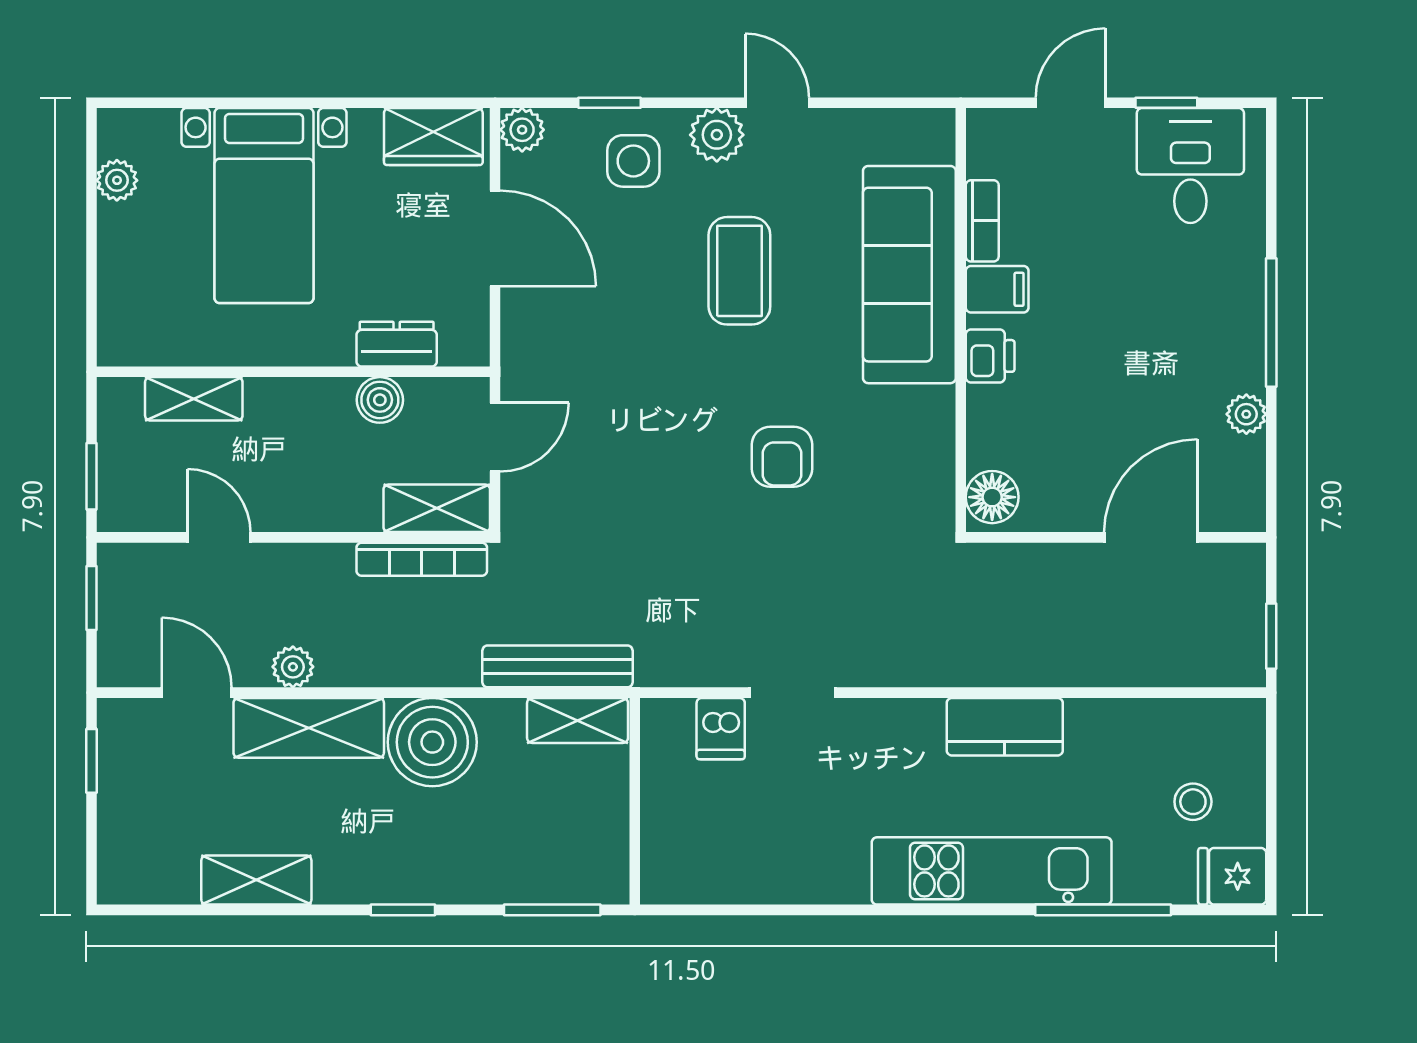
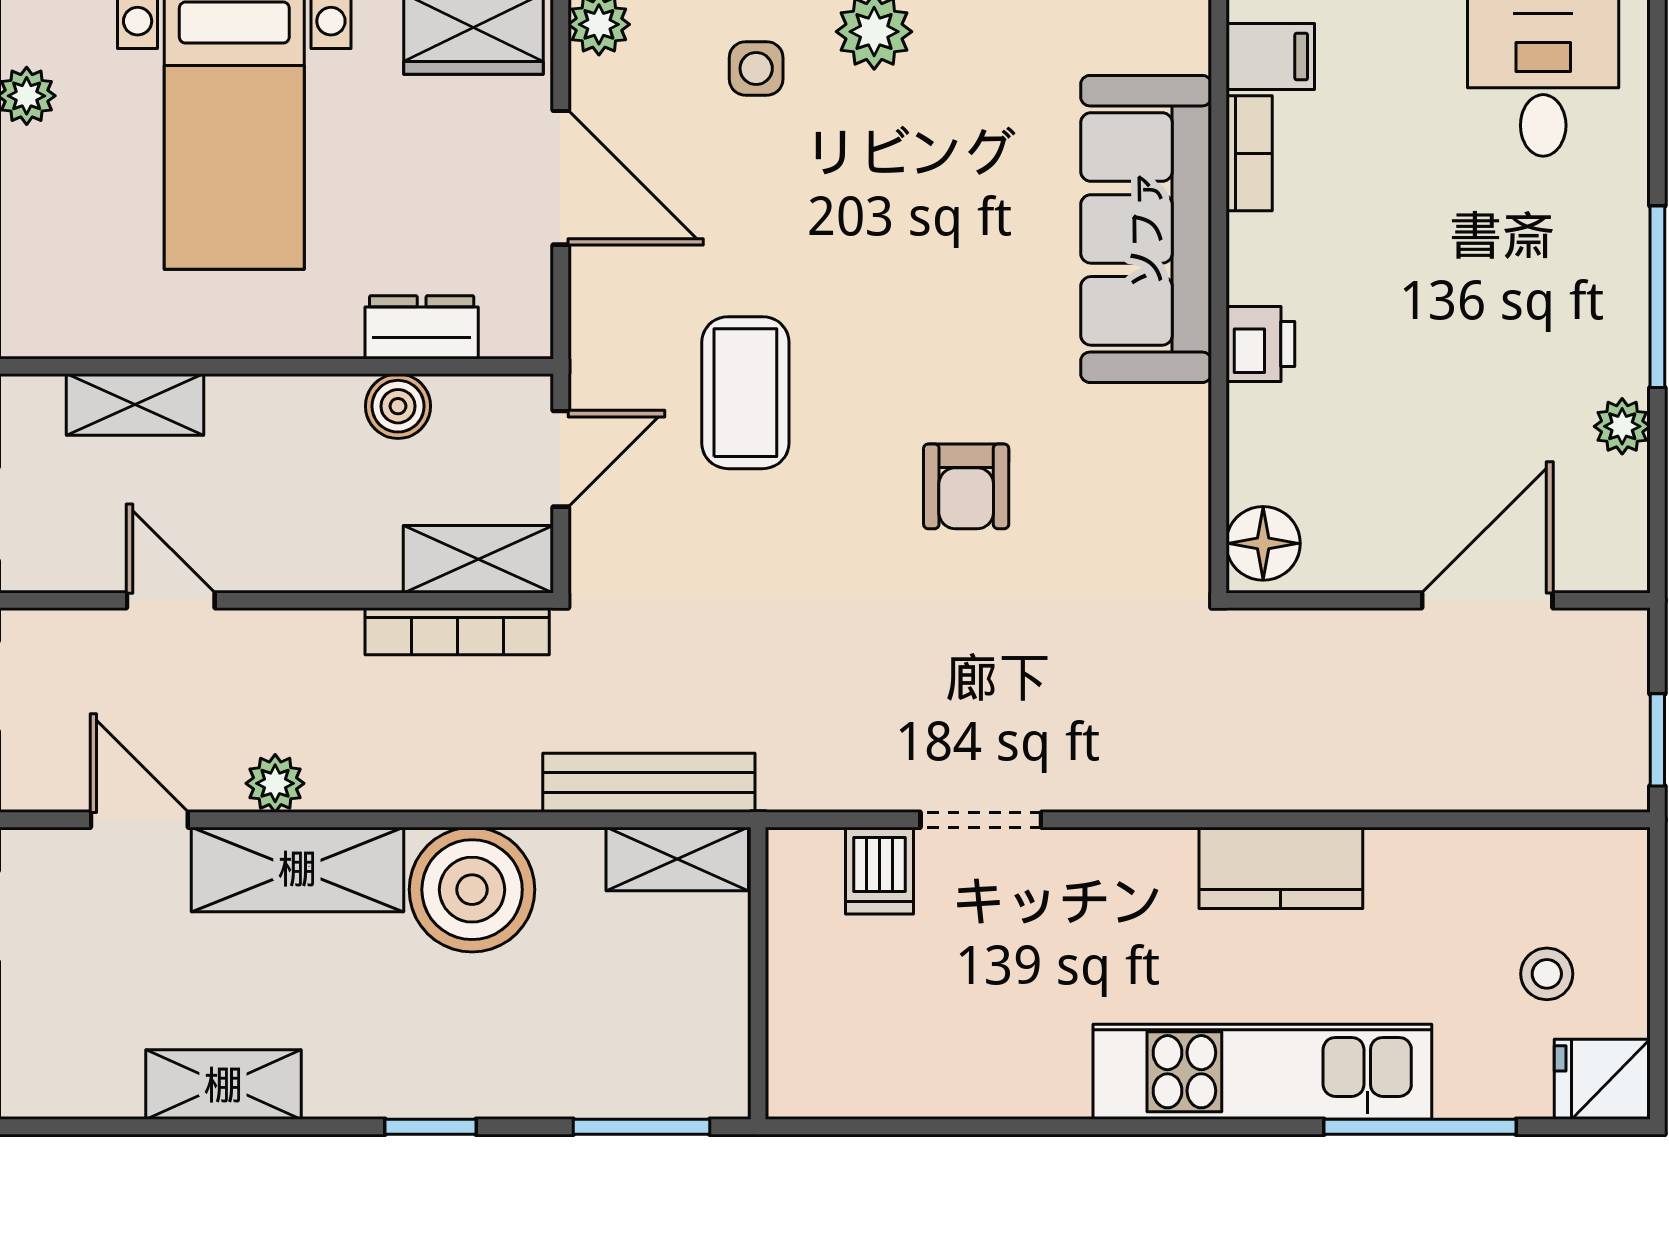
side table: (633, 161) -> (756, 68), width x0.73, depth x0.73
coffee table: (739, 271) -> (745, 393), moved
filing cabinet: (997, 289) -> (1270, 57), moved

